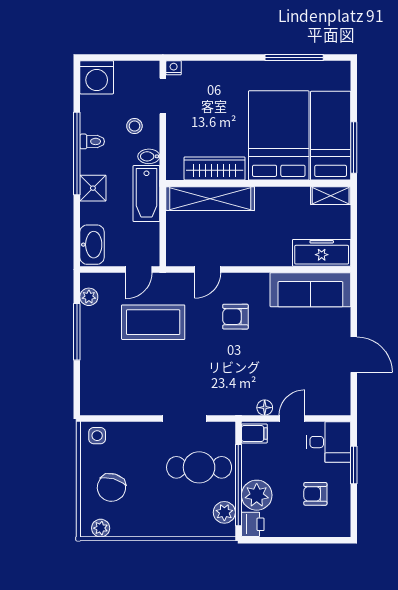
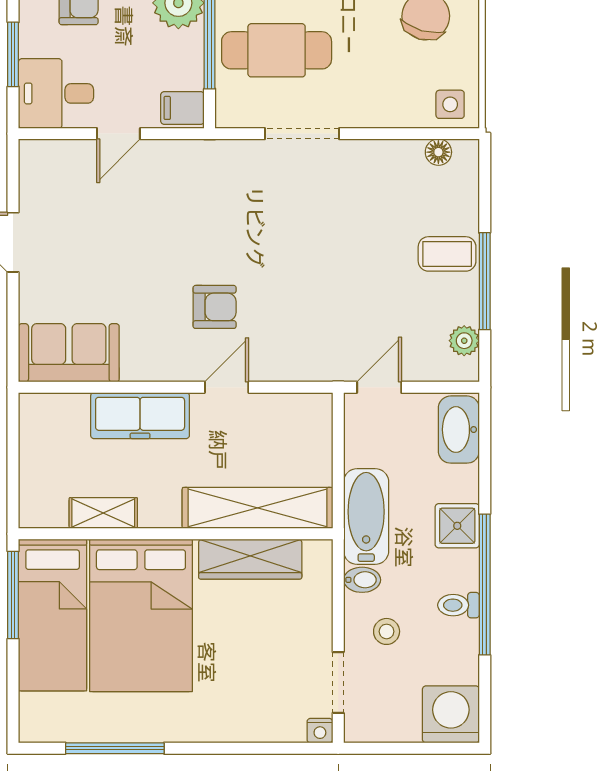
shelving: (331, 196) -> (103, 513), moved
freezer: (322, 253) -> (140, 416), moved
door: (208, 269) -> (227, 387), moved
sofa: (310, 290) -> (69, 353), width x0.73
coffee table: (153, 322) -> (447, 254), moved, width x0.54, depth x0.58
floor lamp: (265, 408) -> (438, 152), moved

